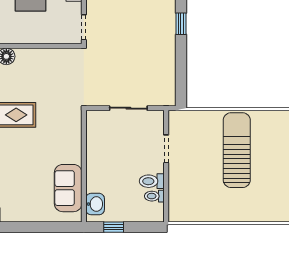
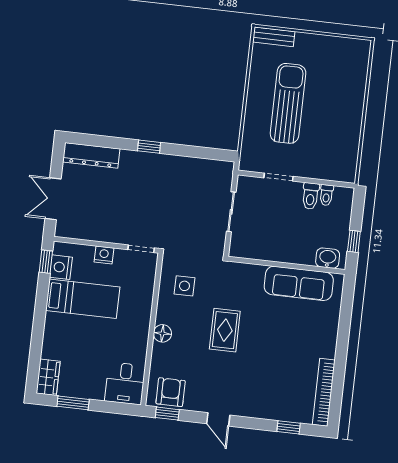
side table: (54, 72) -> (184, 286), added
sun lounger: (237, 150) -> (288, 103), turned 90
sofa: (68, 188) -> (299, 283), width x1.36

